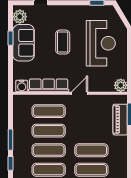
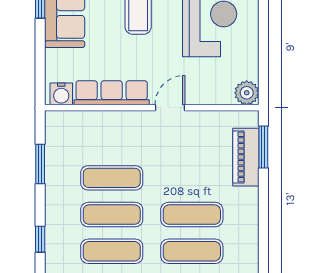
exercise mat: (49, 111) -> (112, 141), removed
window: (10, 140) -> (40, 164), moved

